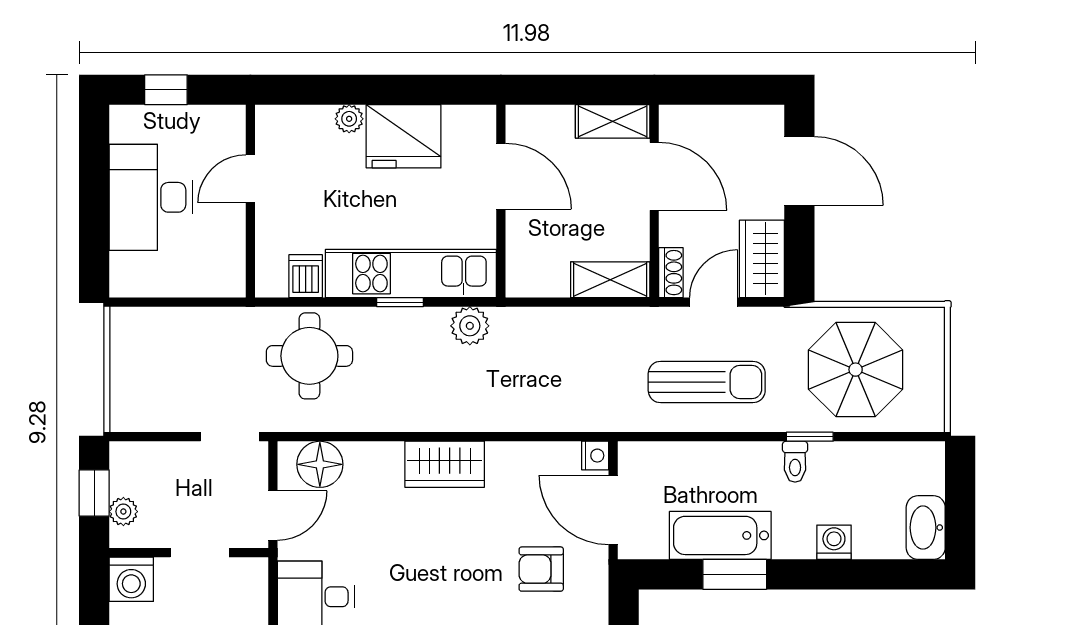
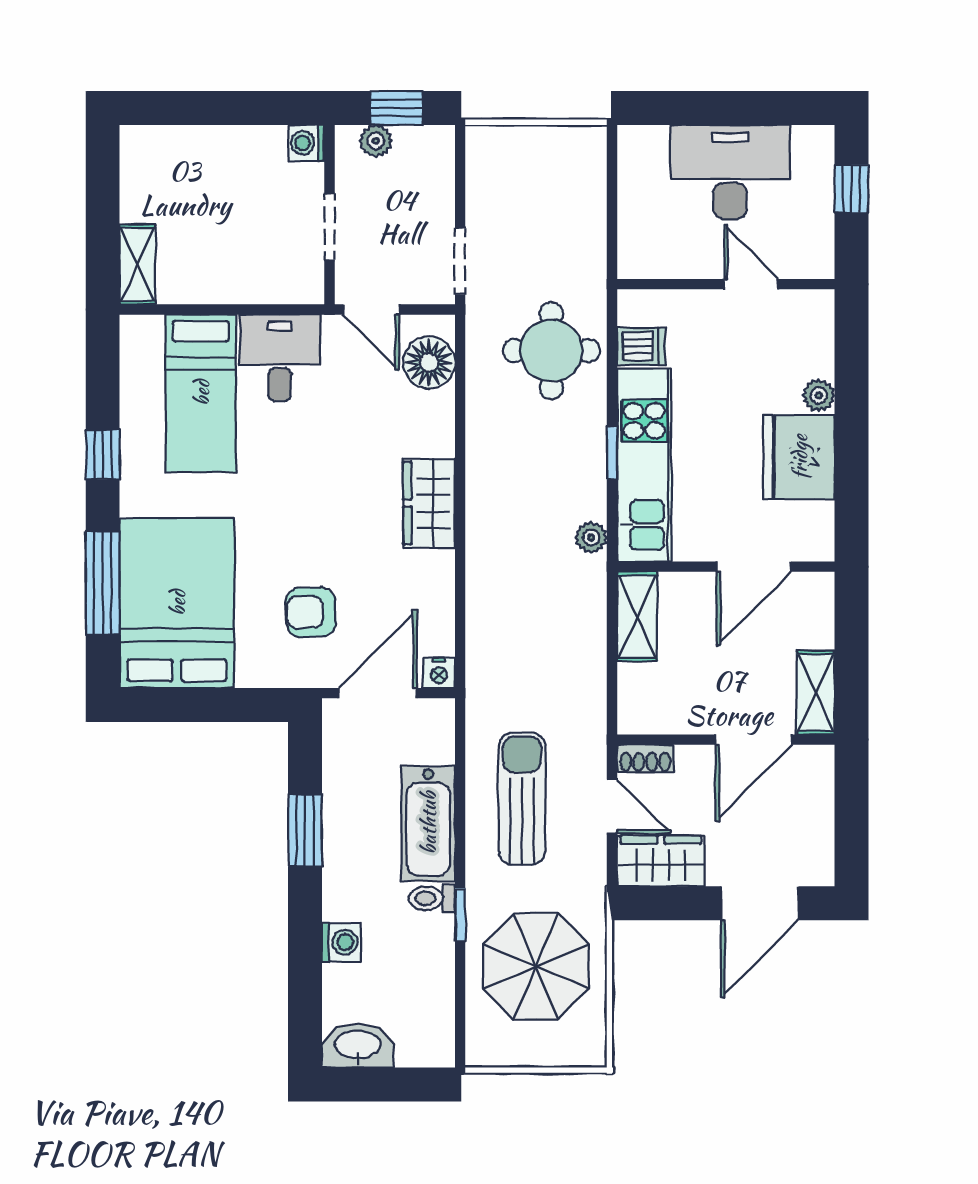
shelving: (610, 280) -> (637, 616), moved
plant: (470, 326) -> (591, 537), width x0.73, depth x0.73
sun lounger: (707, 382) -> (522, 799), turned 180
bathtub: (720, 535) -> (428, 823), moved, turned 180
armchair: (541, 569) -> (311, 612), turned -92
washing machine: (131, 579) -> (306, 143), width x0.73, depth x0.73

